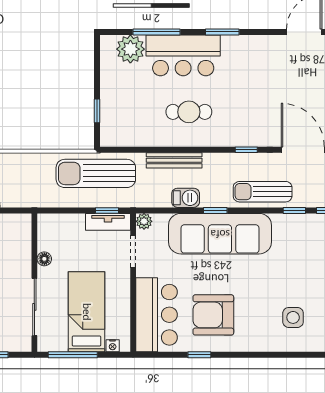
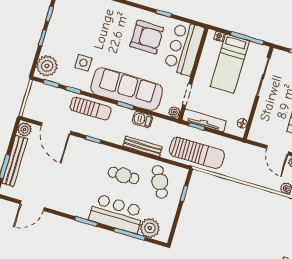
cafe table: (136, 118) -> (160, 182), added
tv unit: (108, 222) -> (204, 120), width x1.41
floor lamp: (44, 259) -> (242, 123), moved
side table: (293, 317) -> (83, 63), moved

